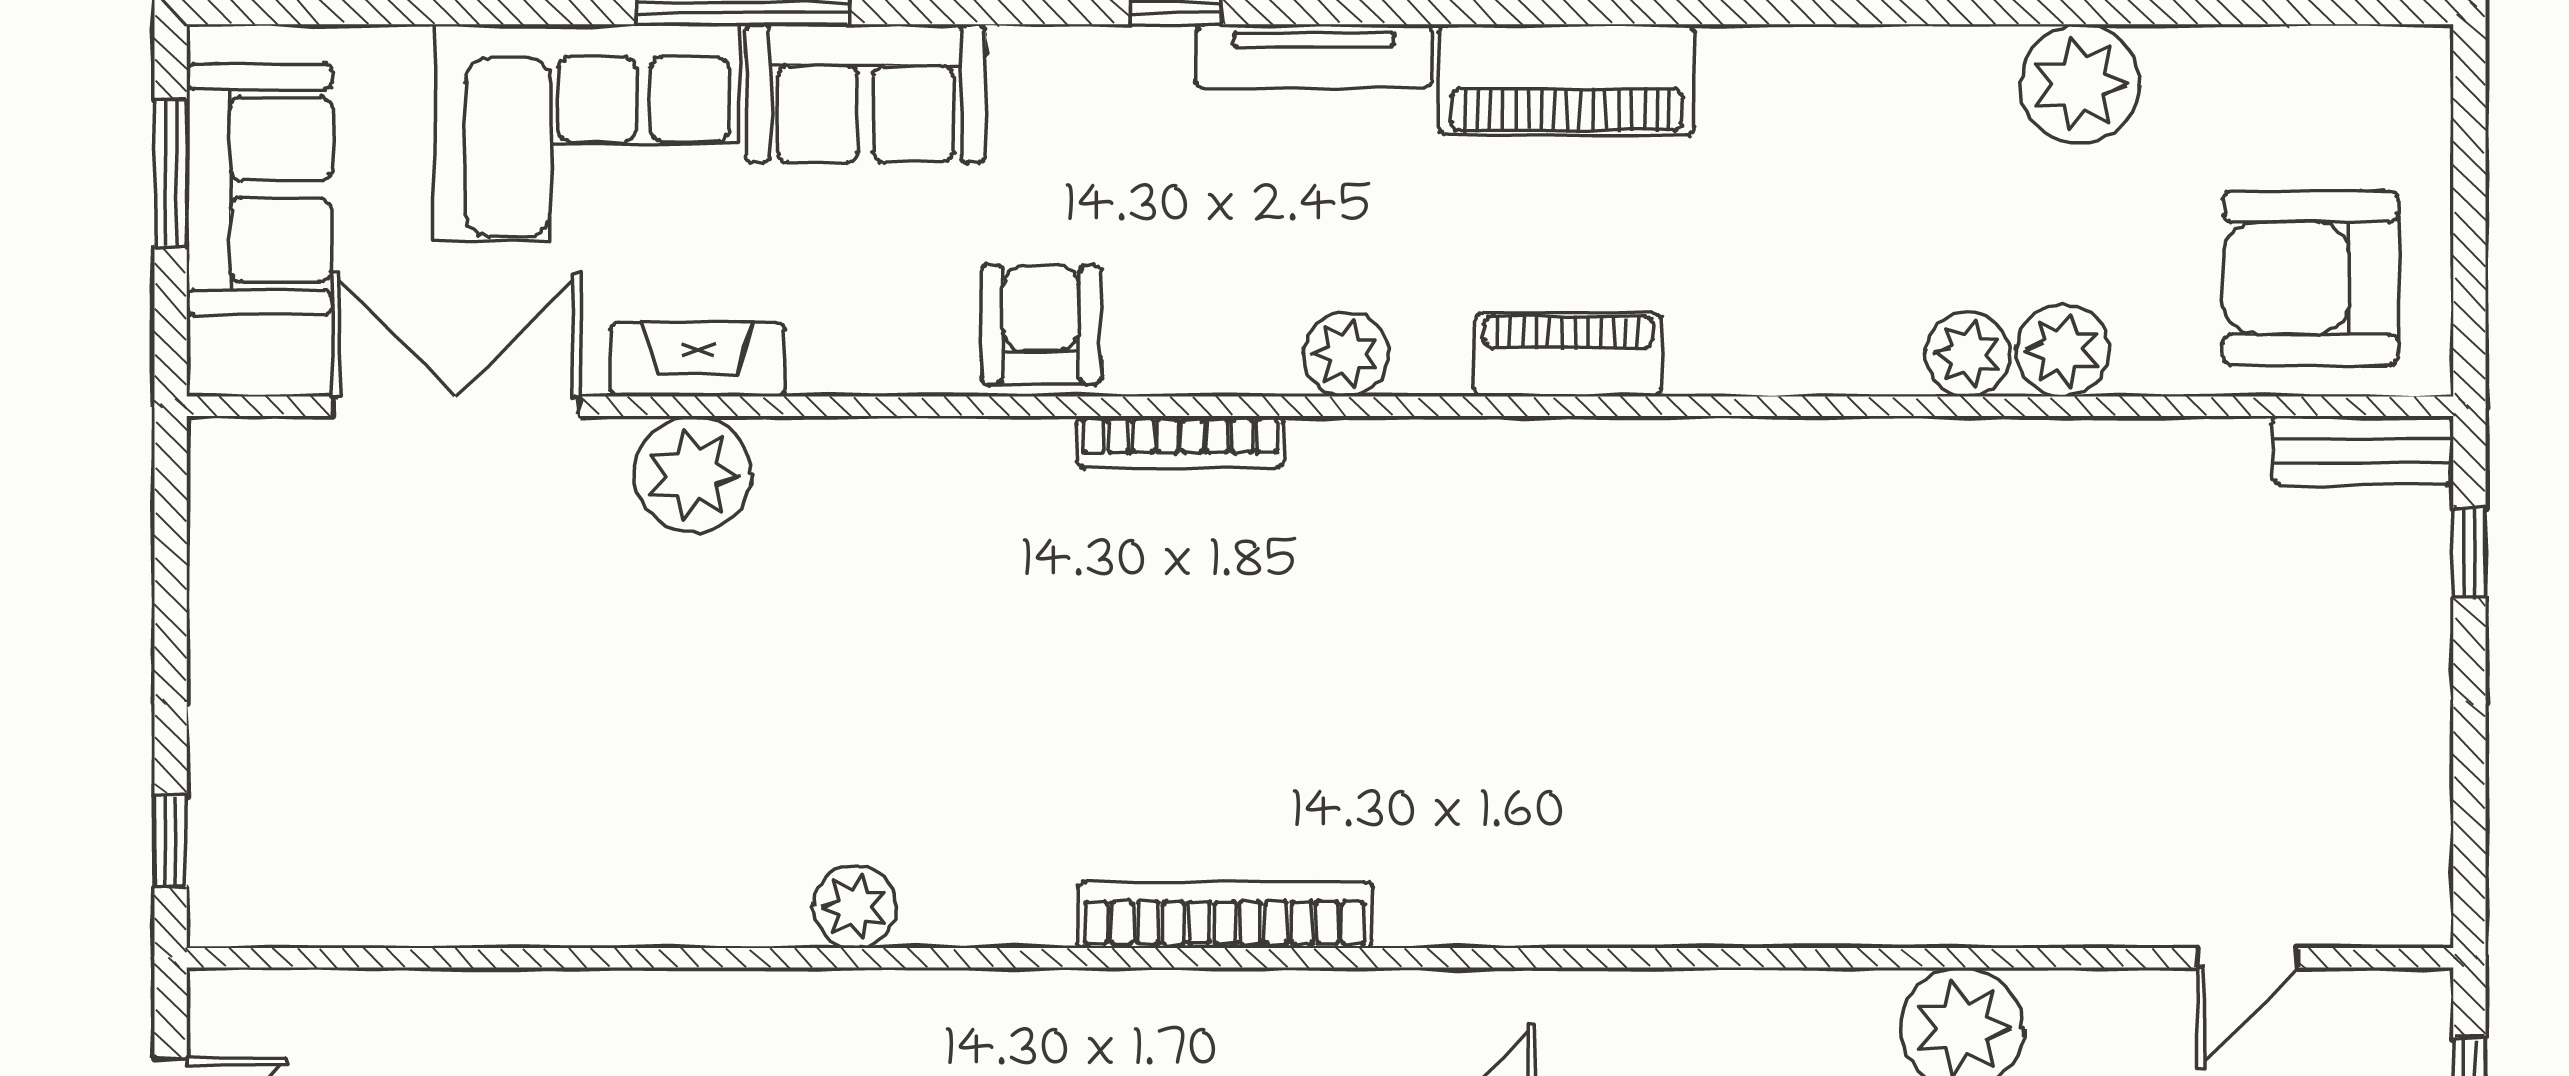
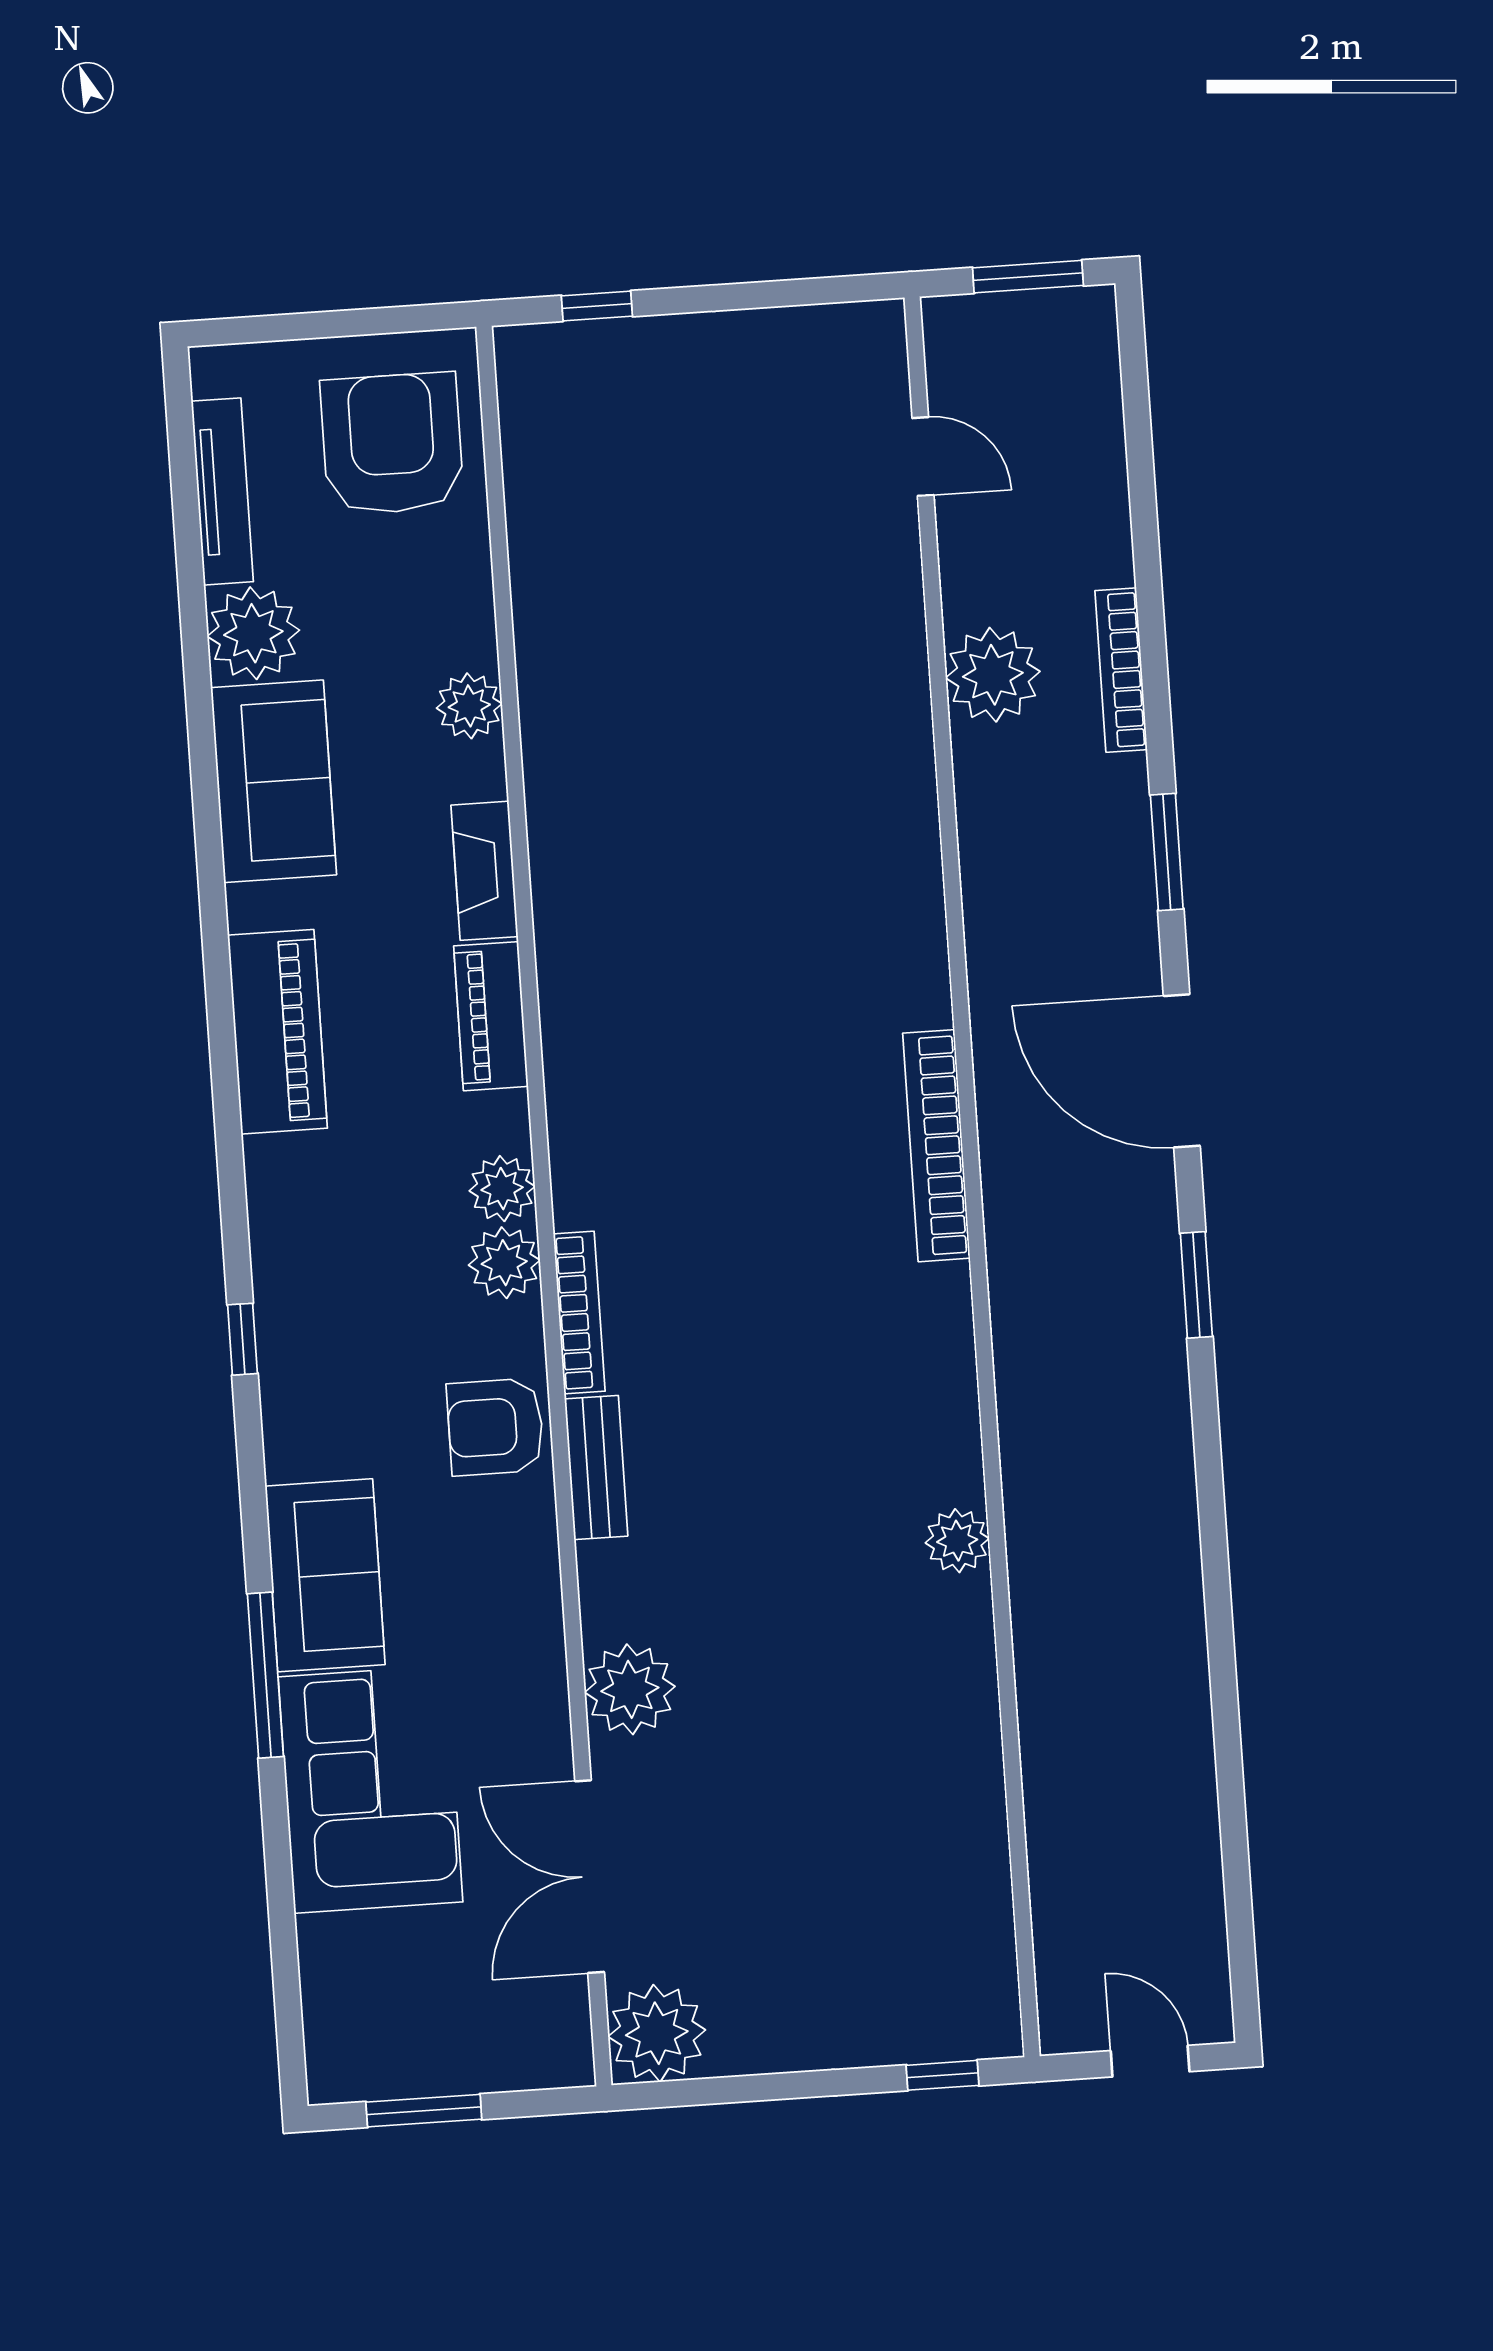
tv unit: (1314, 56) -> (222, 491), moved
sofa: (259, 189) -> (274, 781), moved, turned 90
armchair: (2311, 278) -> (392, 444), turned 180
plant: (2063, 350) -> (504, 1263), moved
fireplace: (698, 359) -> (484, 871), moved
bench: (2363, 450) -> (596, 1467), moved
plant: (250, 479) -> (657, 2033), added
bookcase: (1225, 915) -> (936, 1146), moved

